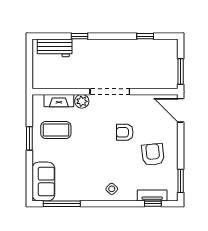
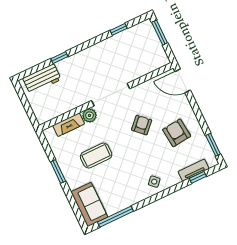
window: (181, 72) -> (160, 33), moved
coffee table: (56, 130) -> (96, 156), moved
armchair: (125, 132) -> (142, 125), turned 134

